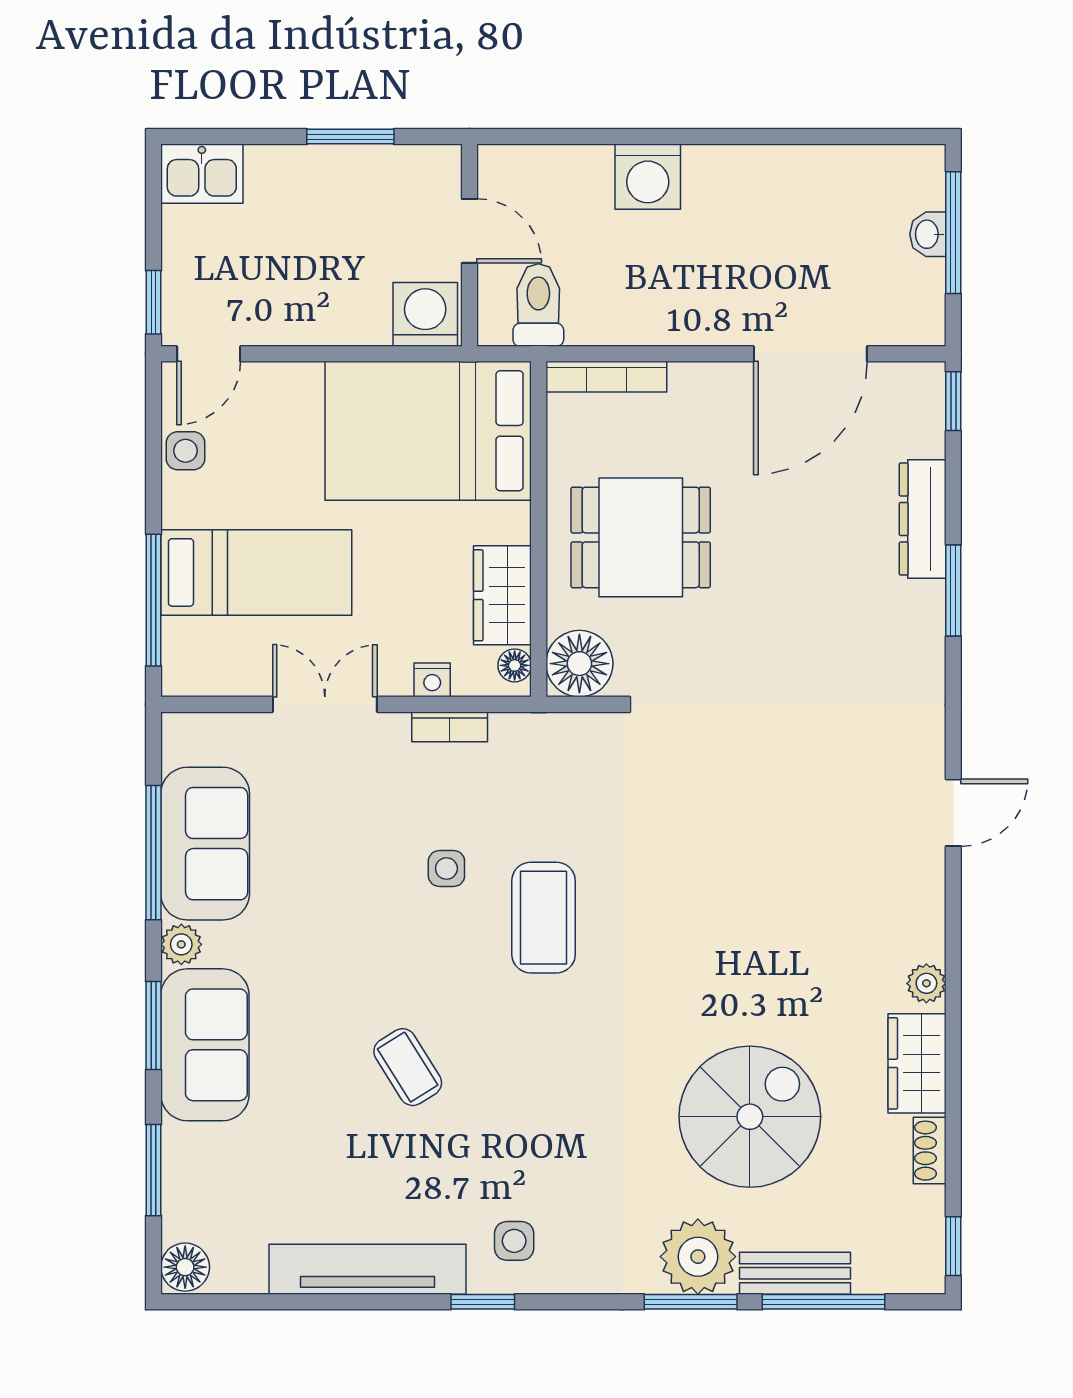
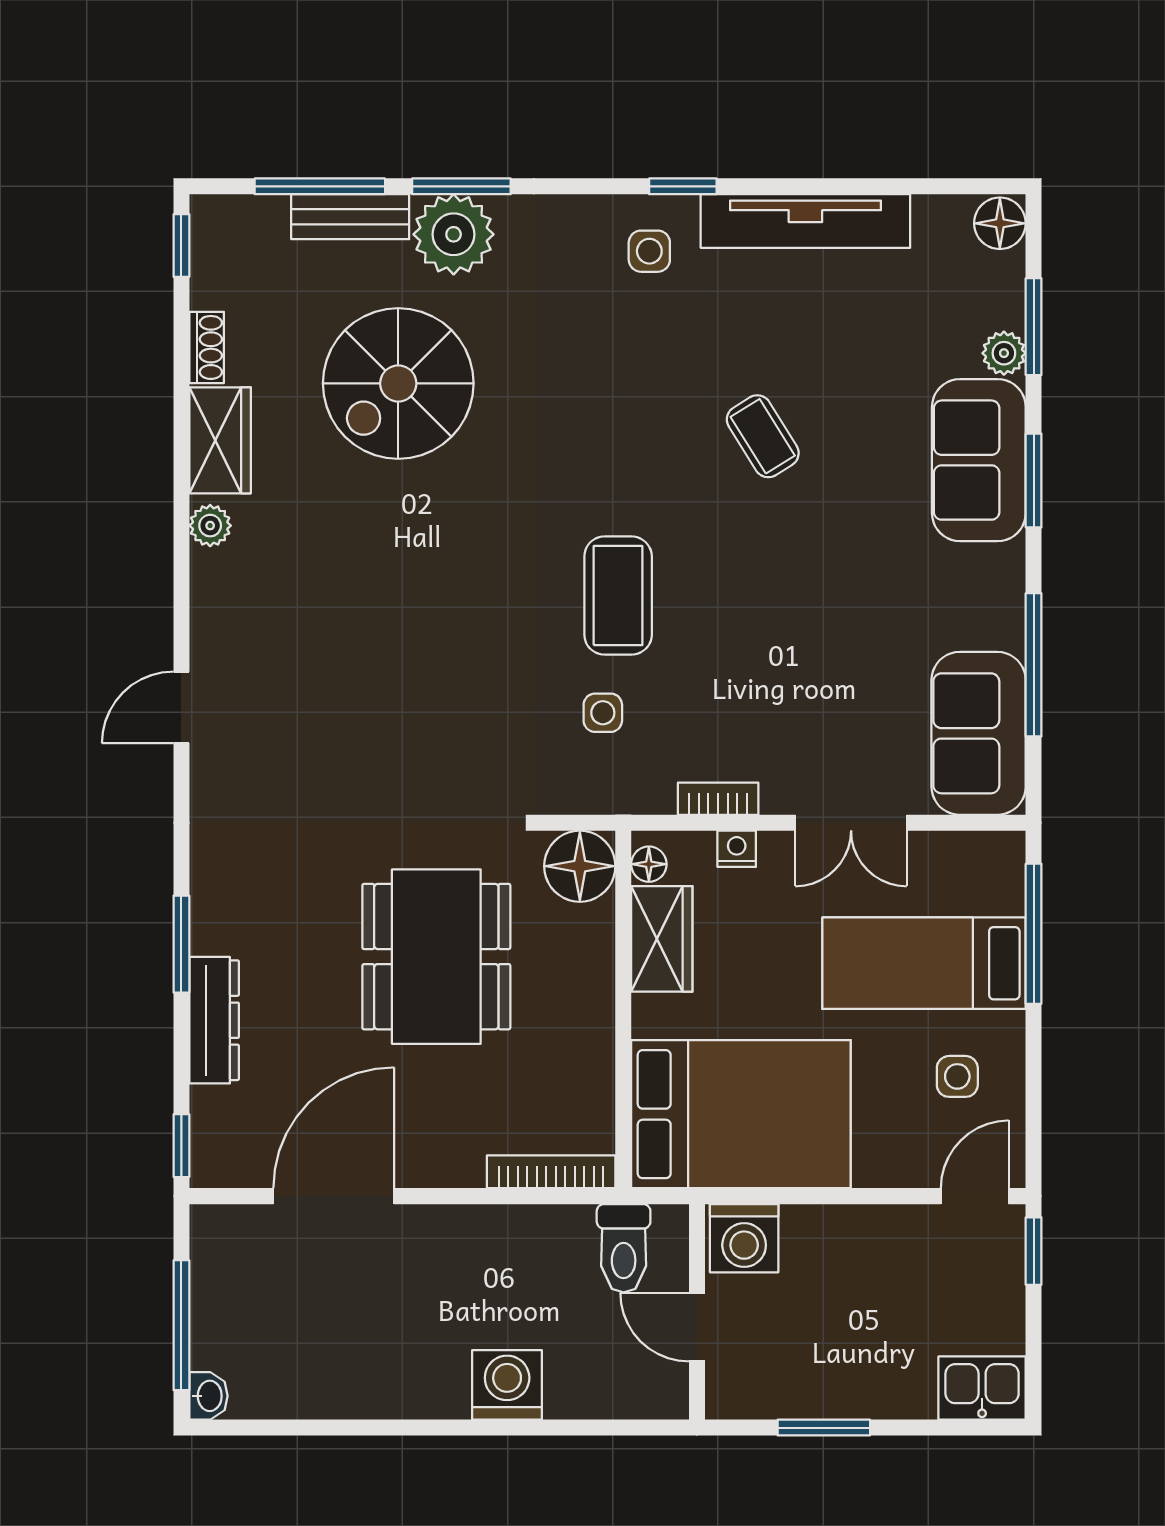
washbasin: (928, 234) -> (209, 1396), moved
side table: (185, 451) -> (957, 1076), moved
dining table: (641, 537) -> (436, 957), moved, width x1.38
sofa: (205, 844) -> (979, 733), moved
side table: (446, 868) -> (603, 713), moved
plant: (181, 944) -> (1004, 353), moved

